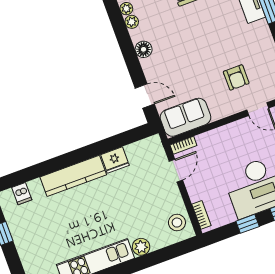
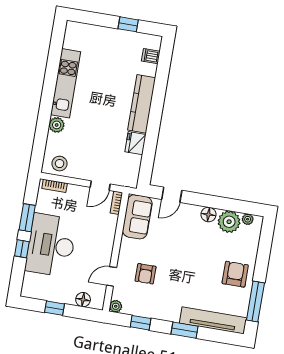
plant: (132, 22) -> (229, 222), width x1.87, depth x1.87
armchair: (236, 77) -> (146, 274), turned -90
door: (176, 171) -> (100, 186), hinge flipped
window: (248, 224) -> (27, 218), width x1.50

